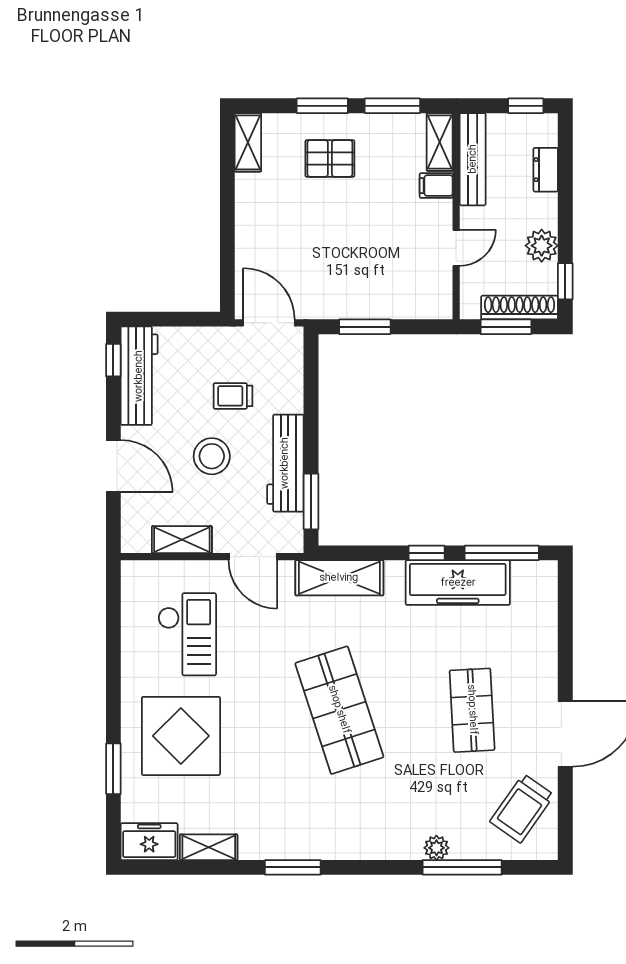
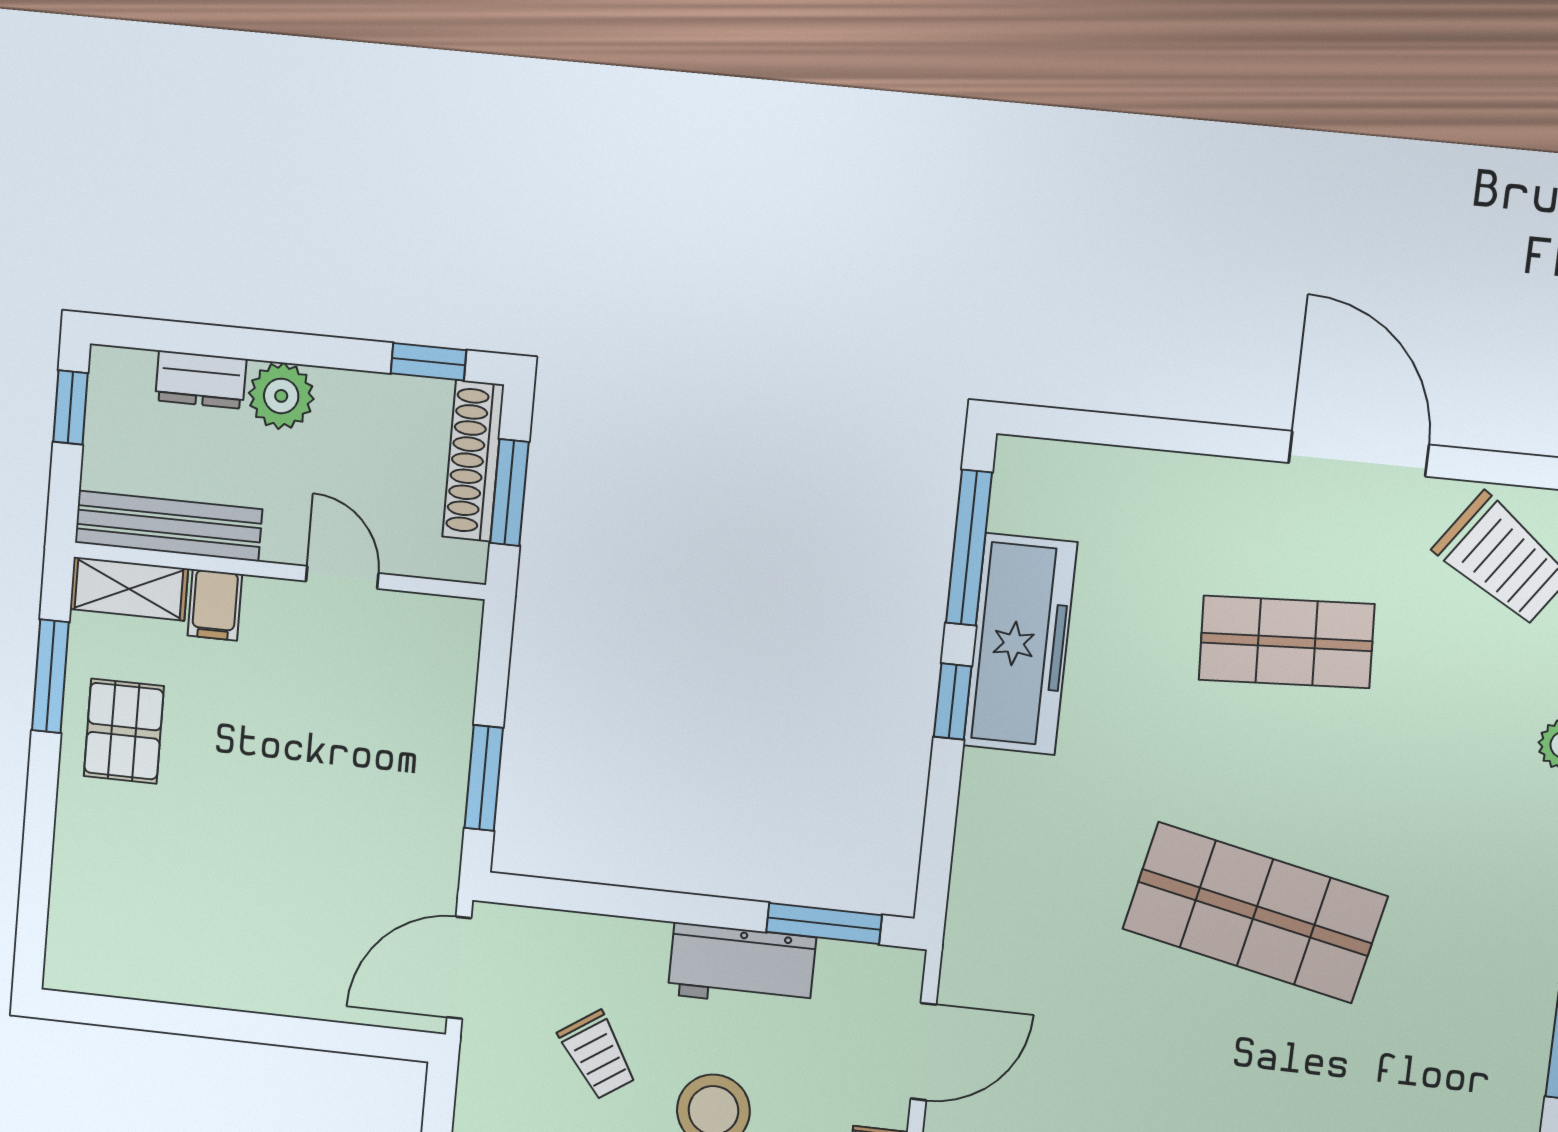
window: (322, 106) -> (40, 815), removed
shelving: (248, 142) -> (100, 970), removed
pallet: (330, 158) -> (124, 731), moved
plant: (542, 246) -> (281, 396), moved
trolley: (233, 396) -> (598, 1055), turned -34
workbench: (285, 463) -> (742, 966), width x0.73
shelving: (339, 578) -> (985, 883), removed
shop shelf: (339, 710) -> (1255, 913), turned 30

